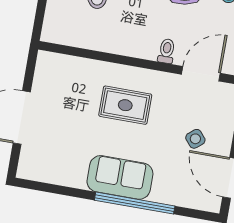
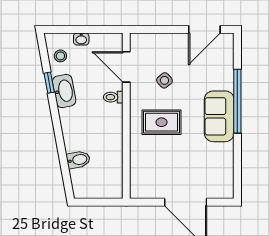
rug: (125, 105) -> (161, 122), turned 90
side table: (195, 139) -> (164, 80), moved

